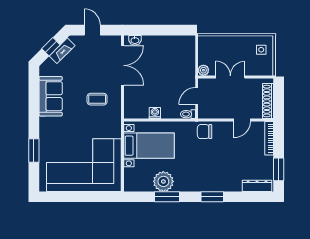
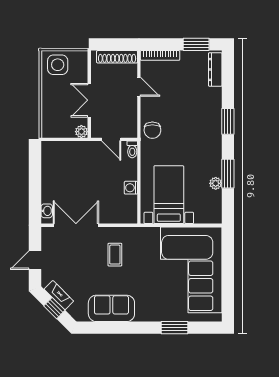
side table: (261, 50) -> (58, 65), width x1.87, depth x1.87
plant: (163, 181) -> (216, 183), width x0.53, depth x0.53

